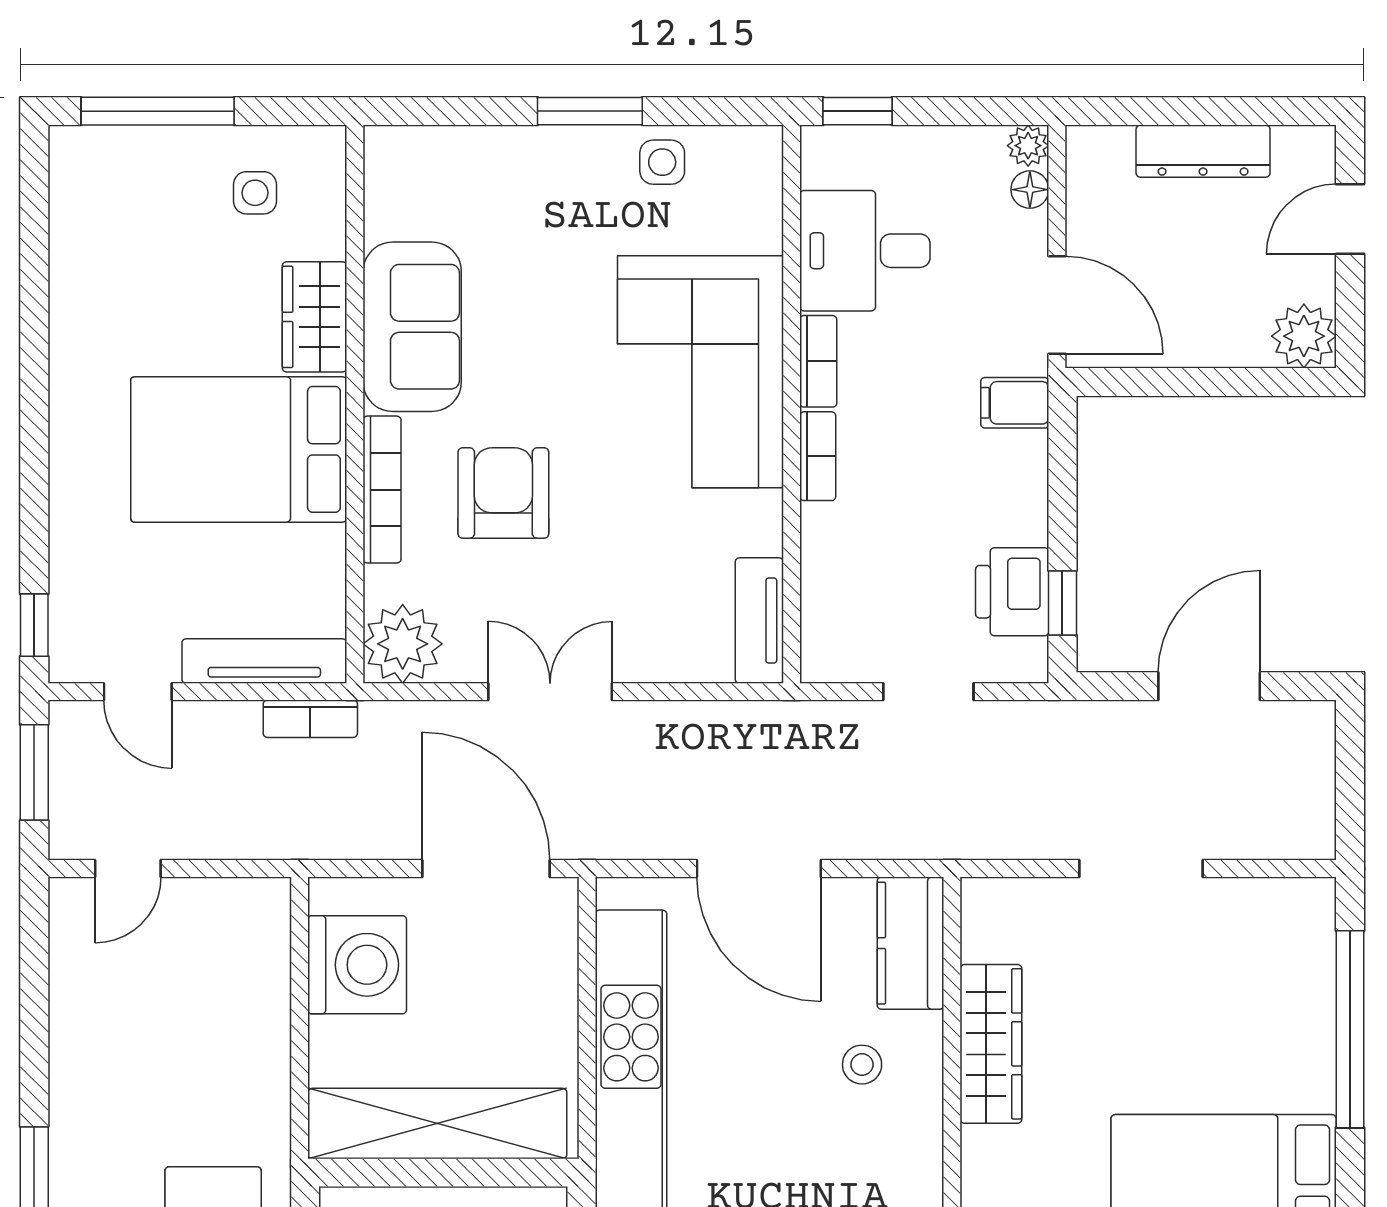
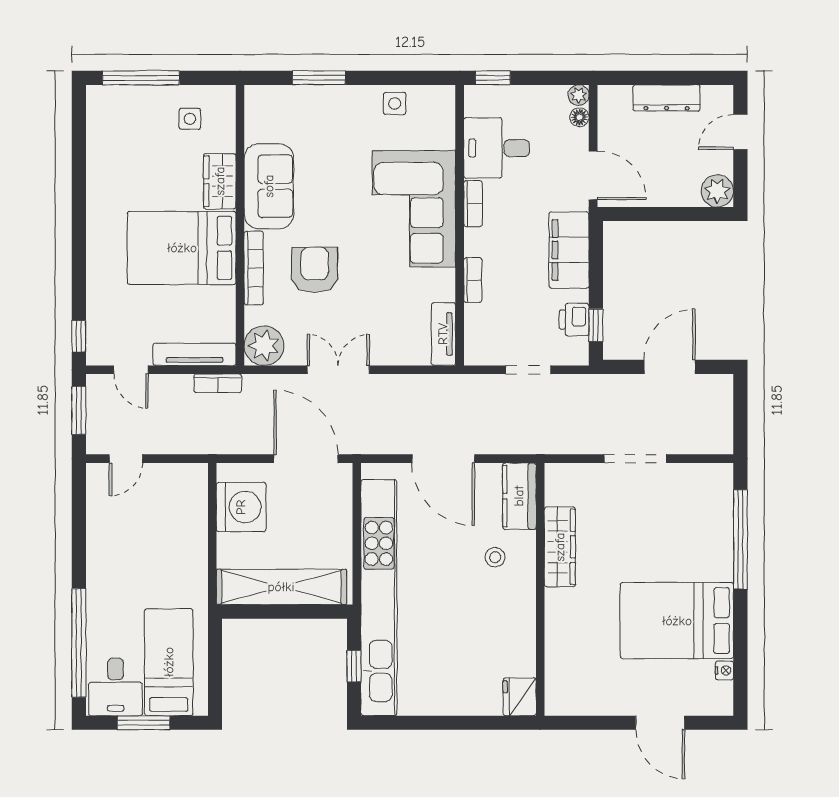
window: (590, 111) -> (319, 78), moved
filing cabinet: (1015, 403) -> (569, 250), width x3.00, depth x1.17
bookcase: (818, 456) -> (473, 280), moved
printer: (1012, 592) -> (574, 319), width x0.73, depth x0.81

